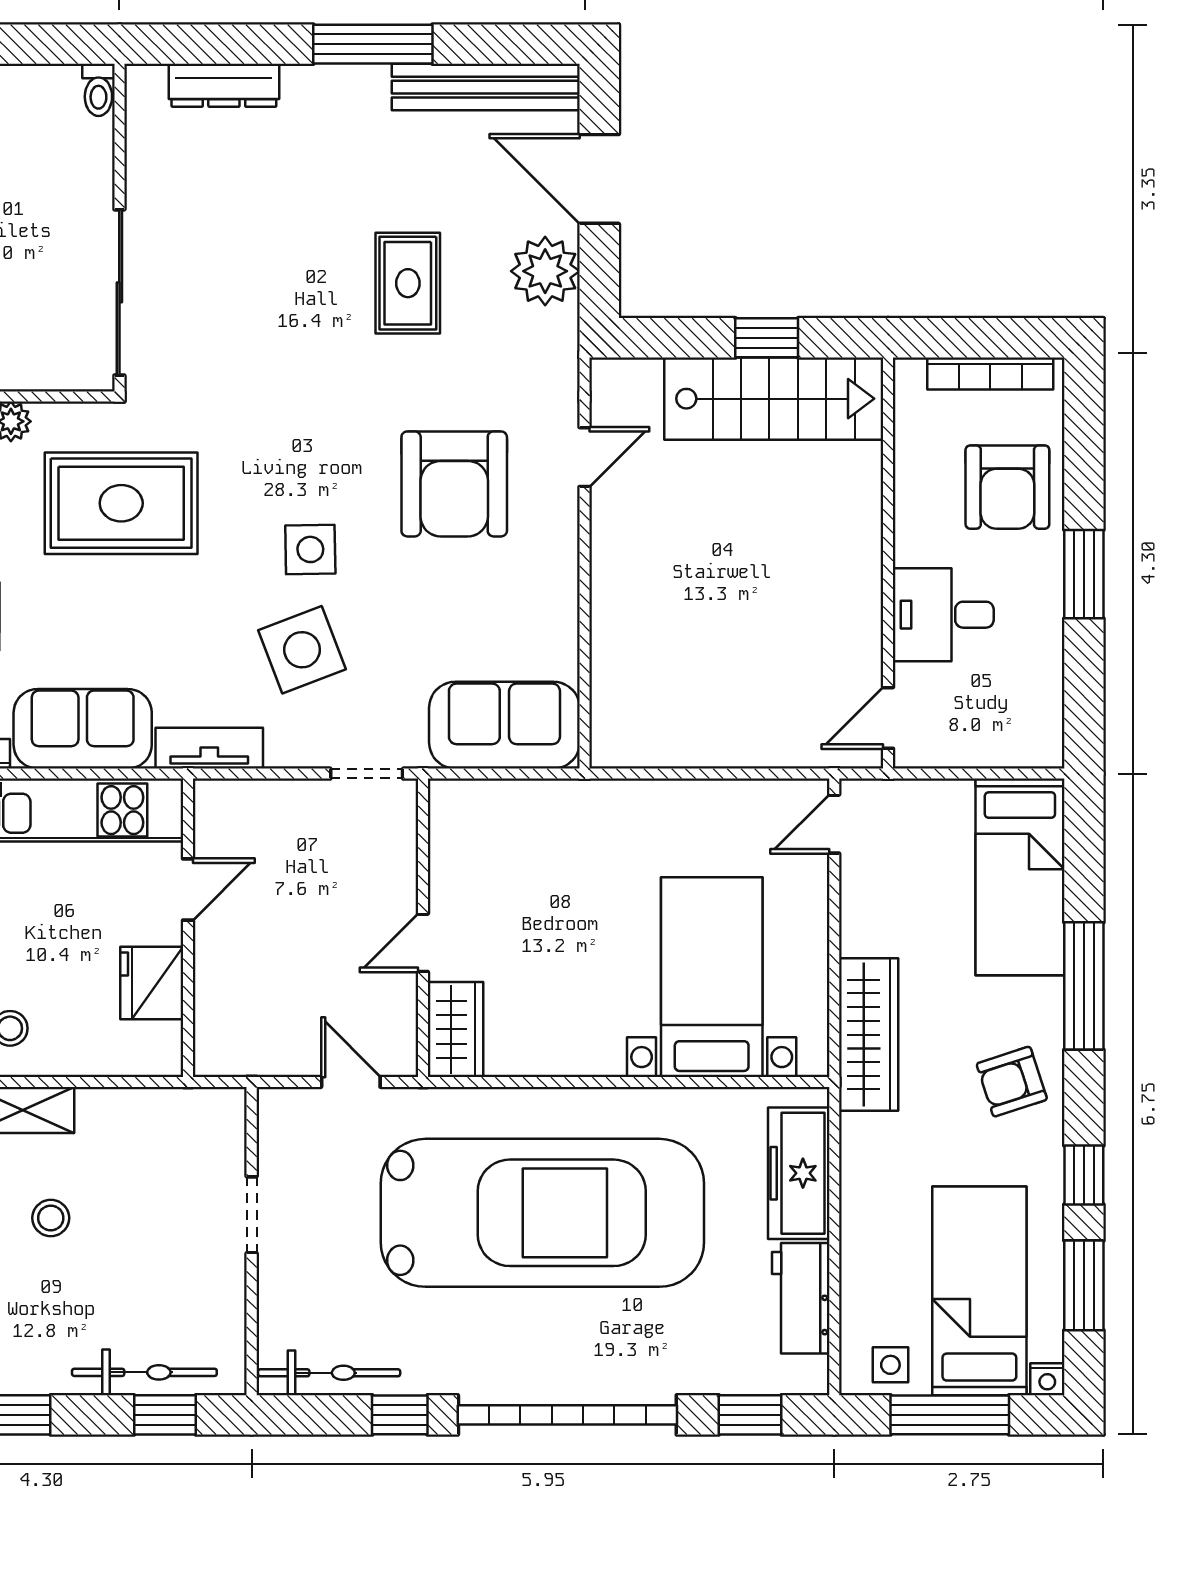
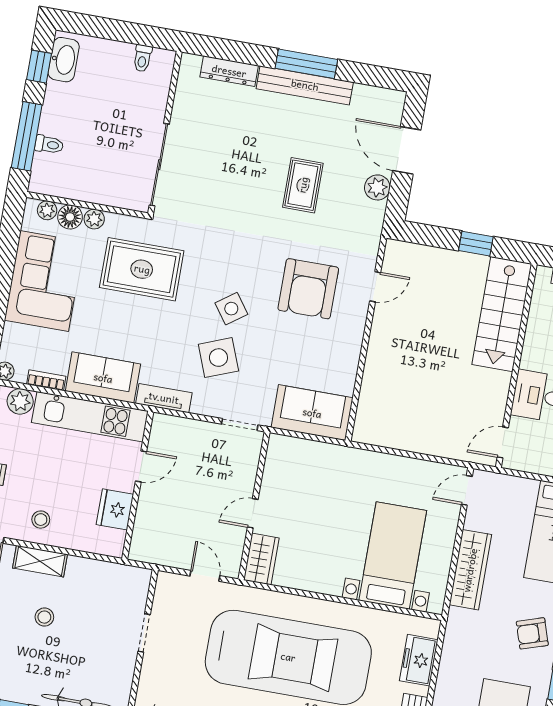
bench: (486, 87) -> (305, 85), moved
toilet: (98, 90) -> (142, 58), moved
plant: (545, 271) -> (377, 187), width x0.73, depth x0.73
stairs: (774, 399) -> (502, 314), moved, turned 90
side table: (310, 549) -> (231, 309), turned -35
wardrobe: (869, 1035) -> (470, 570), moved
freezer: (799, 1173) -> (419, 660), width x0.71

